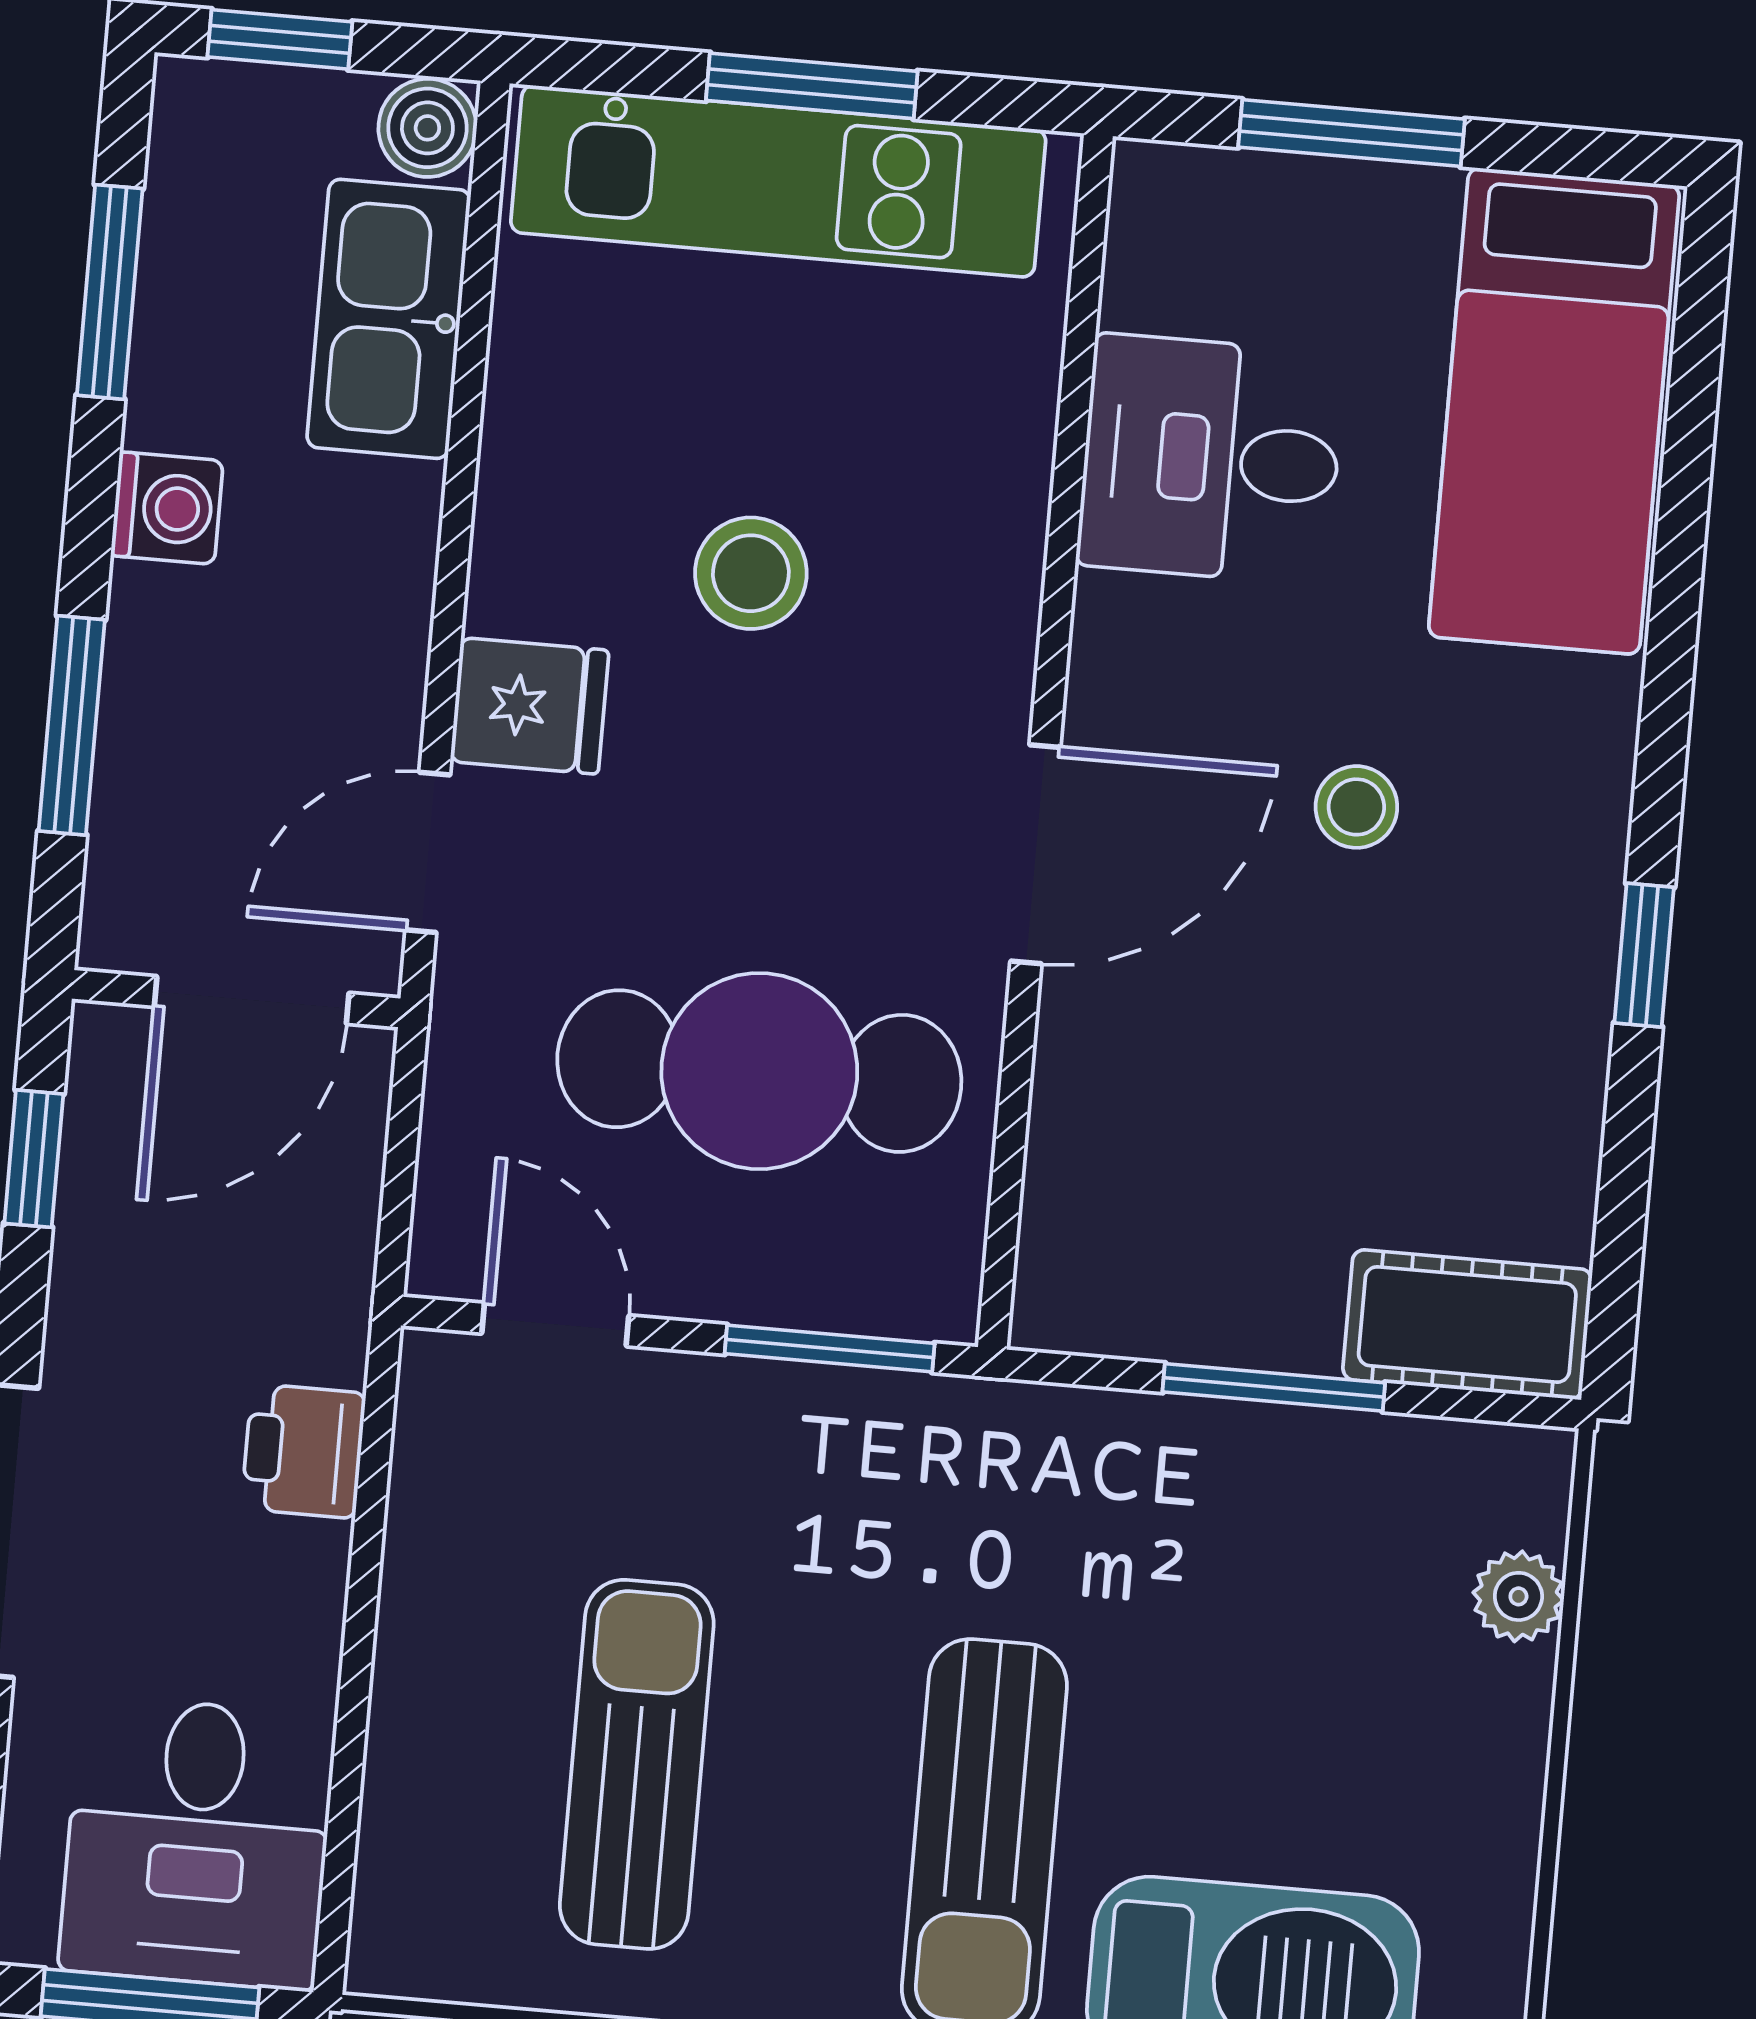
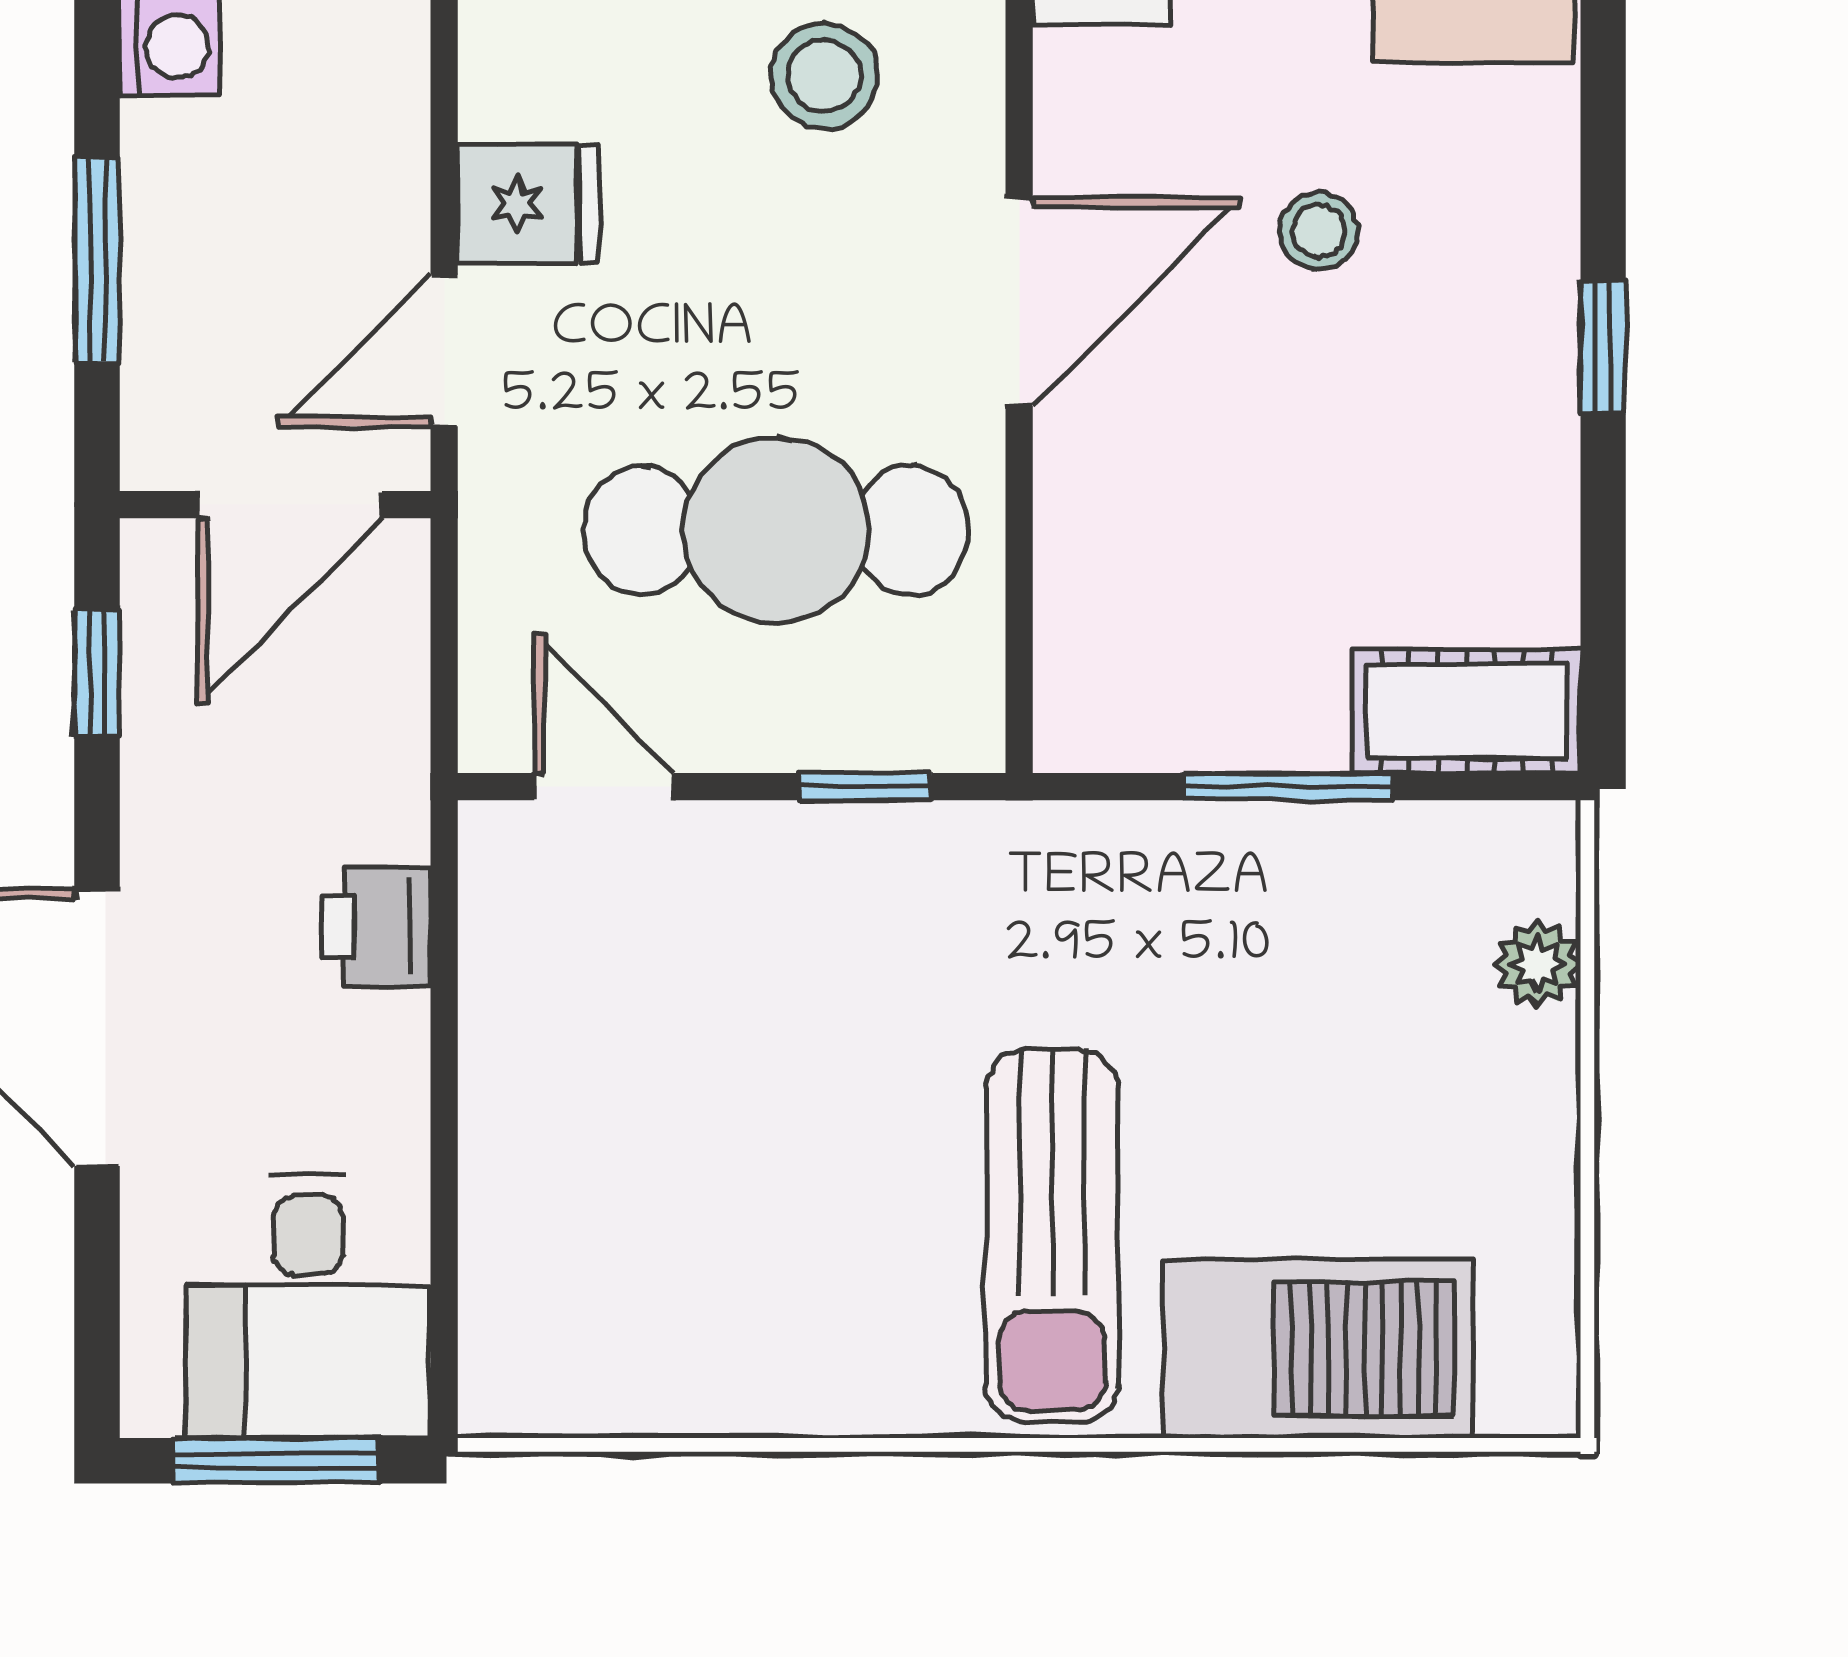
stool: (751, 573) -> (824, 76), moved
window: (830, 1349) -> (865, 787), width x0.67
sun lounger: (637, 1764) -> (717, 1196), removed

